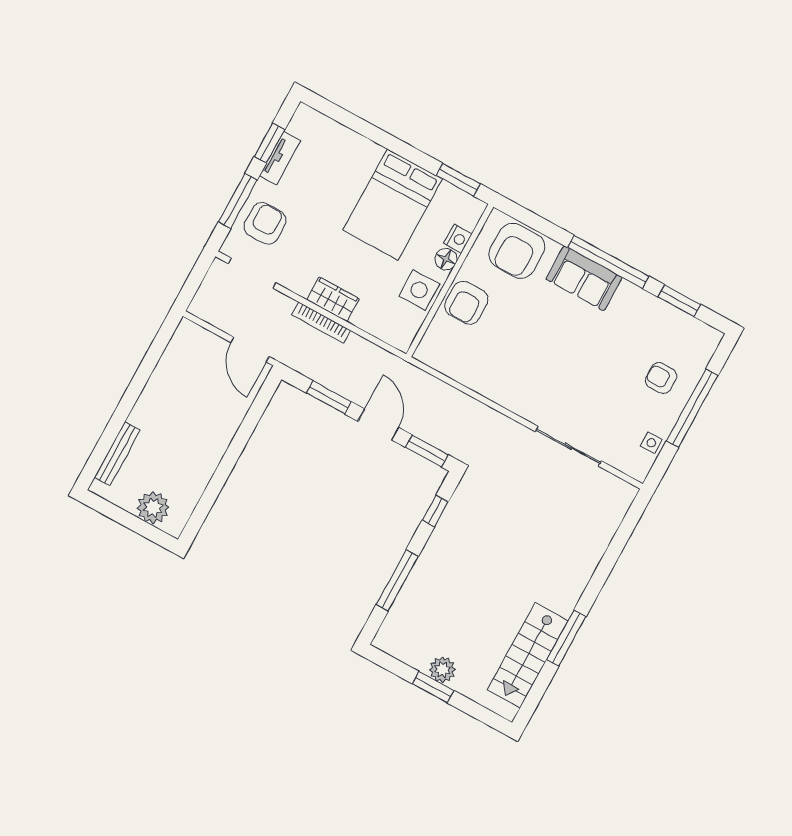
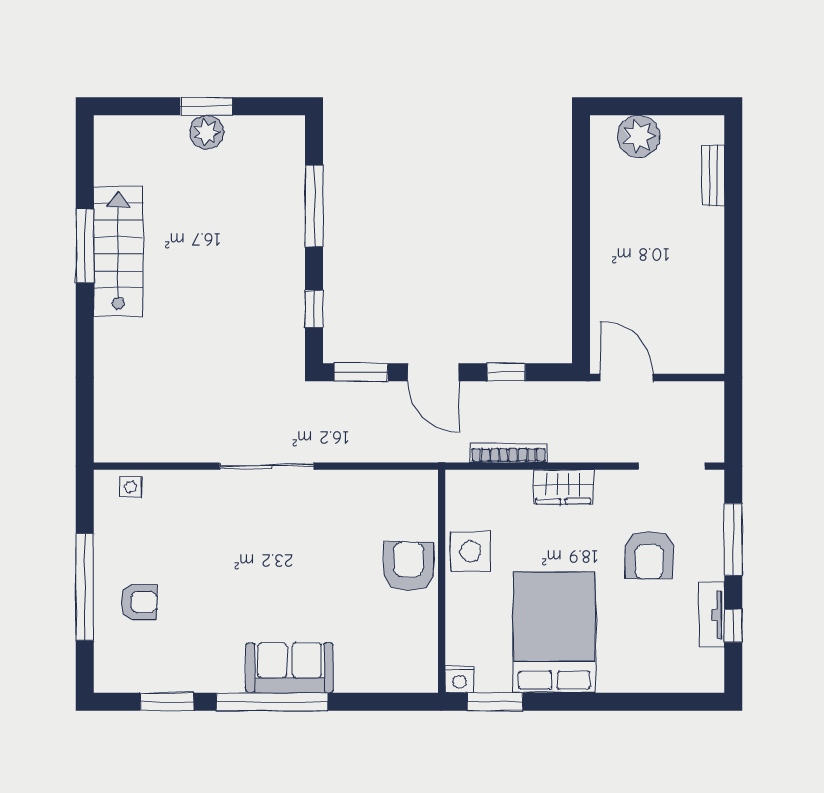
window: (270, 143) -> (733, 626), width x0.67
armchair: (265, 223) -> (649, 555), moved
nightstand: (458, 239) -> (460, 680), moved, turned -90
armchair: (517, 251) -> (384, 657), removed
floor lamp: (446, 259) -> (459, 603), removed
bookcase: (321, 323) -> (509, 453), moved
window: (329, 397) -> (506, 372), width x0.67
side table: (651, 443) -> (131, 487), moved
sliding door: (568, 446) -> (267, 466), moved
bench: (117, 454) -> (713, 176), width x0.73
stairs: (528, 655) -> (118, 251), moved

